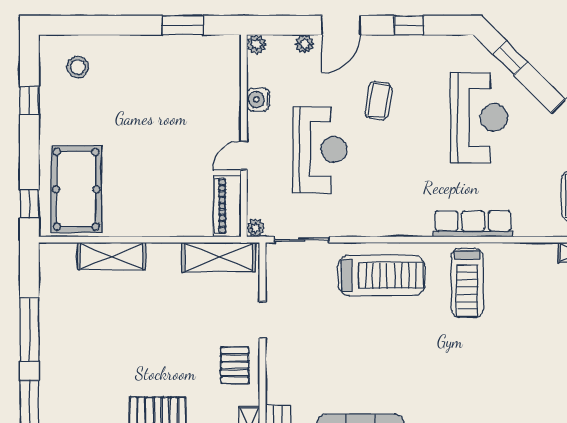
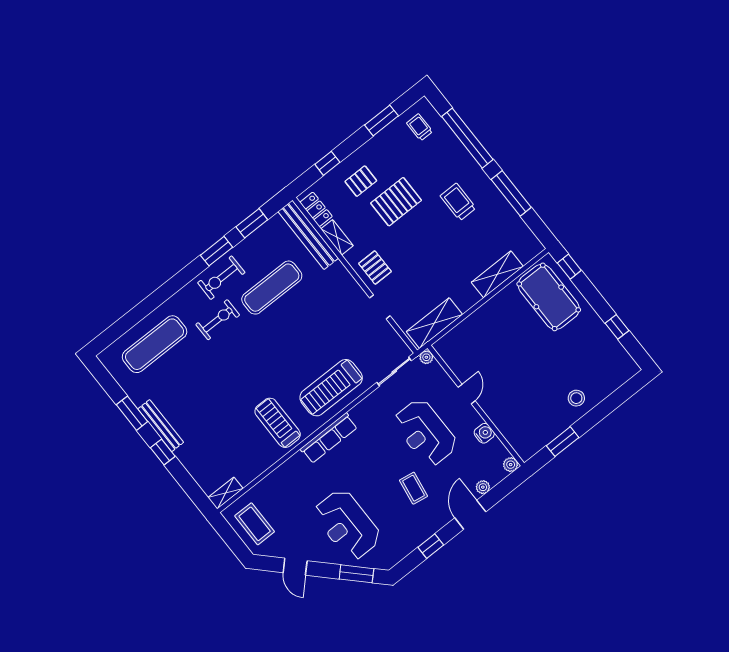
window: (510, 58) -> (356, 574), width x1.50
stool: (78, 67) -> (576, 398), moved
piano: (227, 206) -> (453, 357), removed
row of seats: (473, 224) -> (329, 438), moved
trolley: (93, 365) -> (458, 202), added

